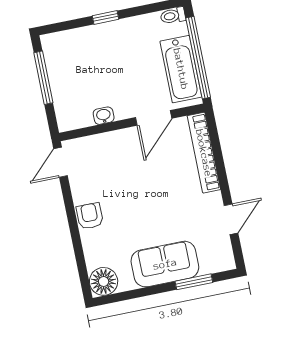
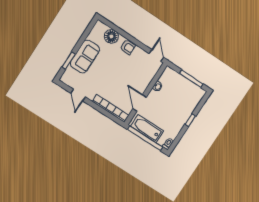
floor lamp: (104, 281) -> (111, 36), moved

